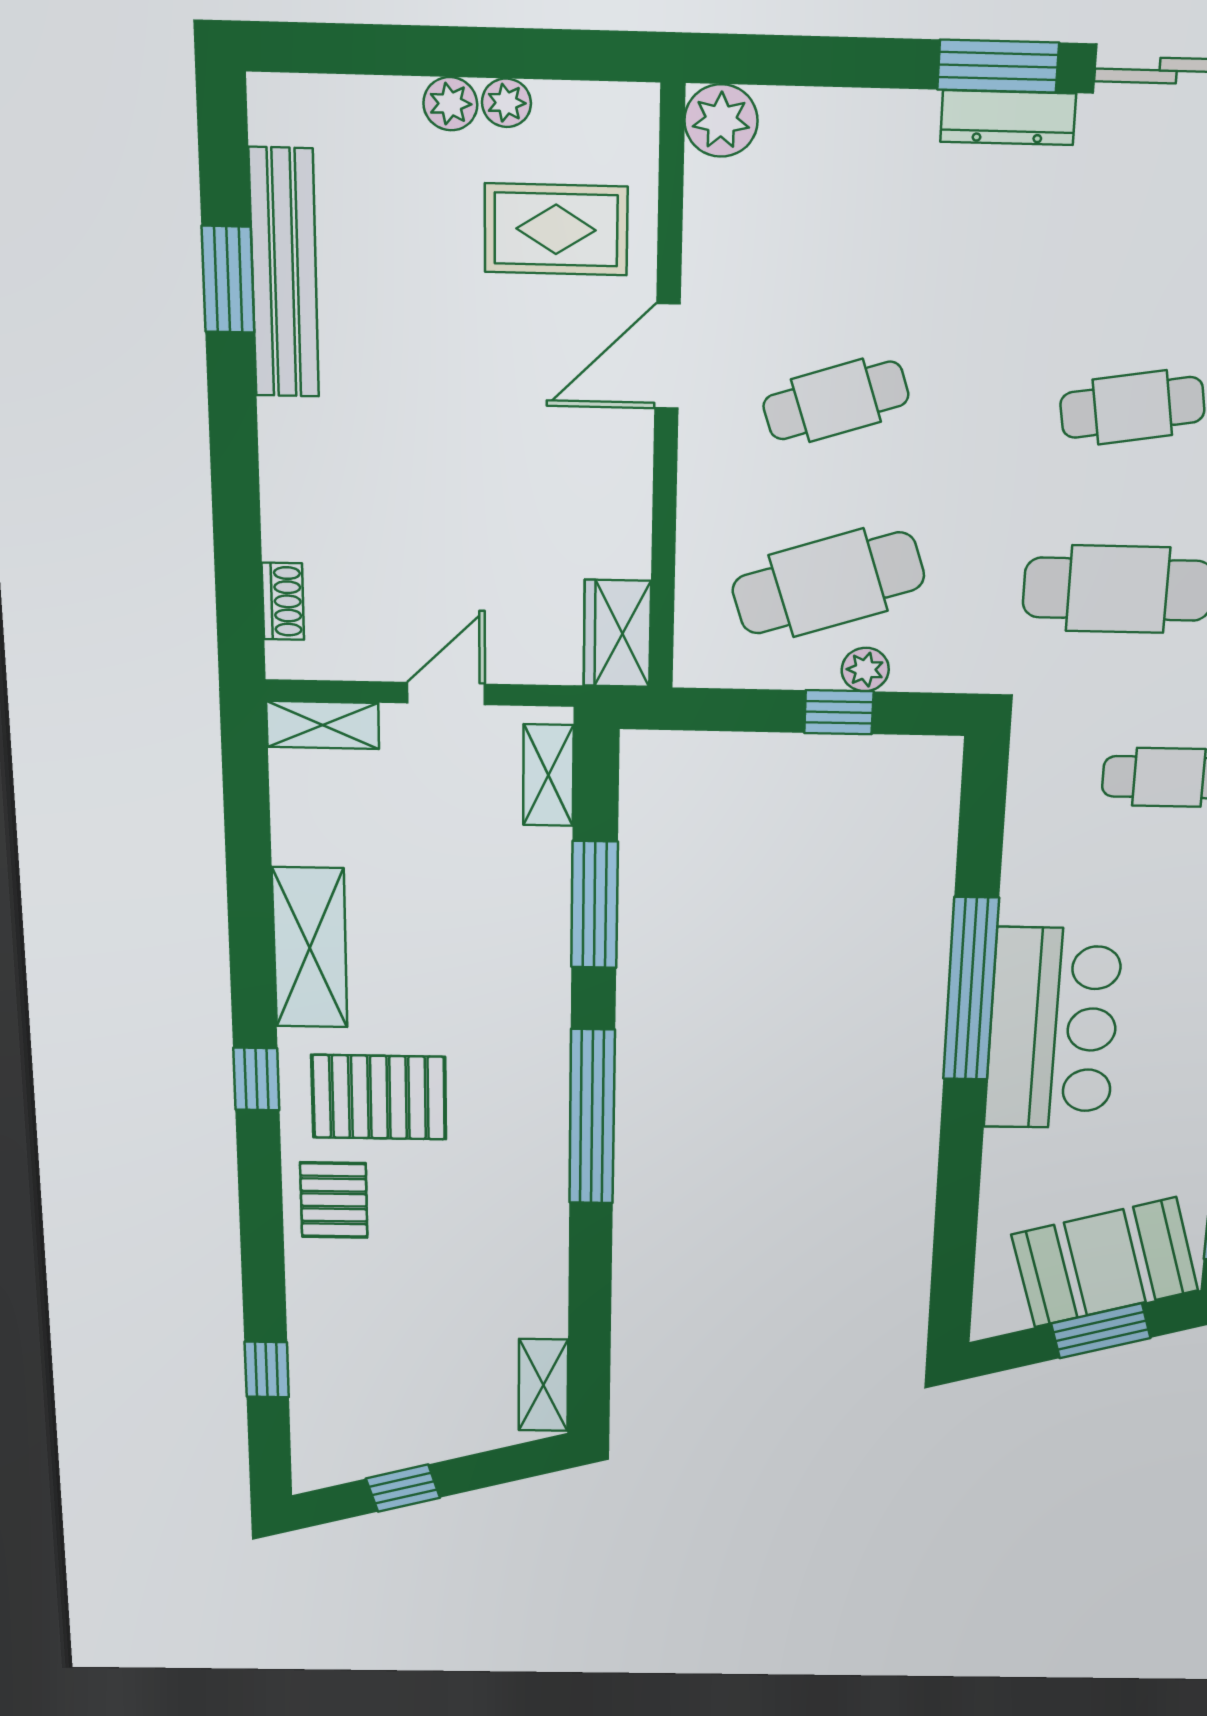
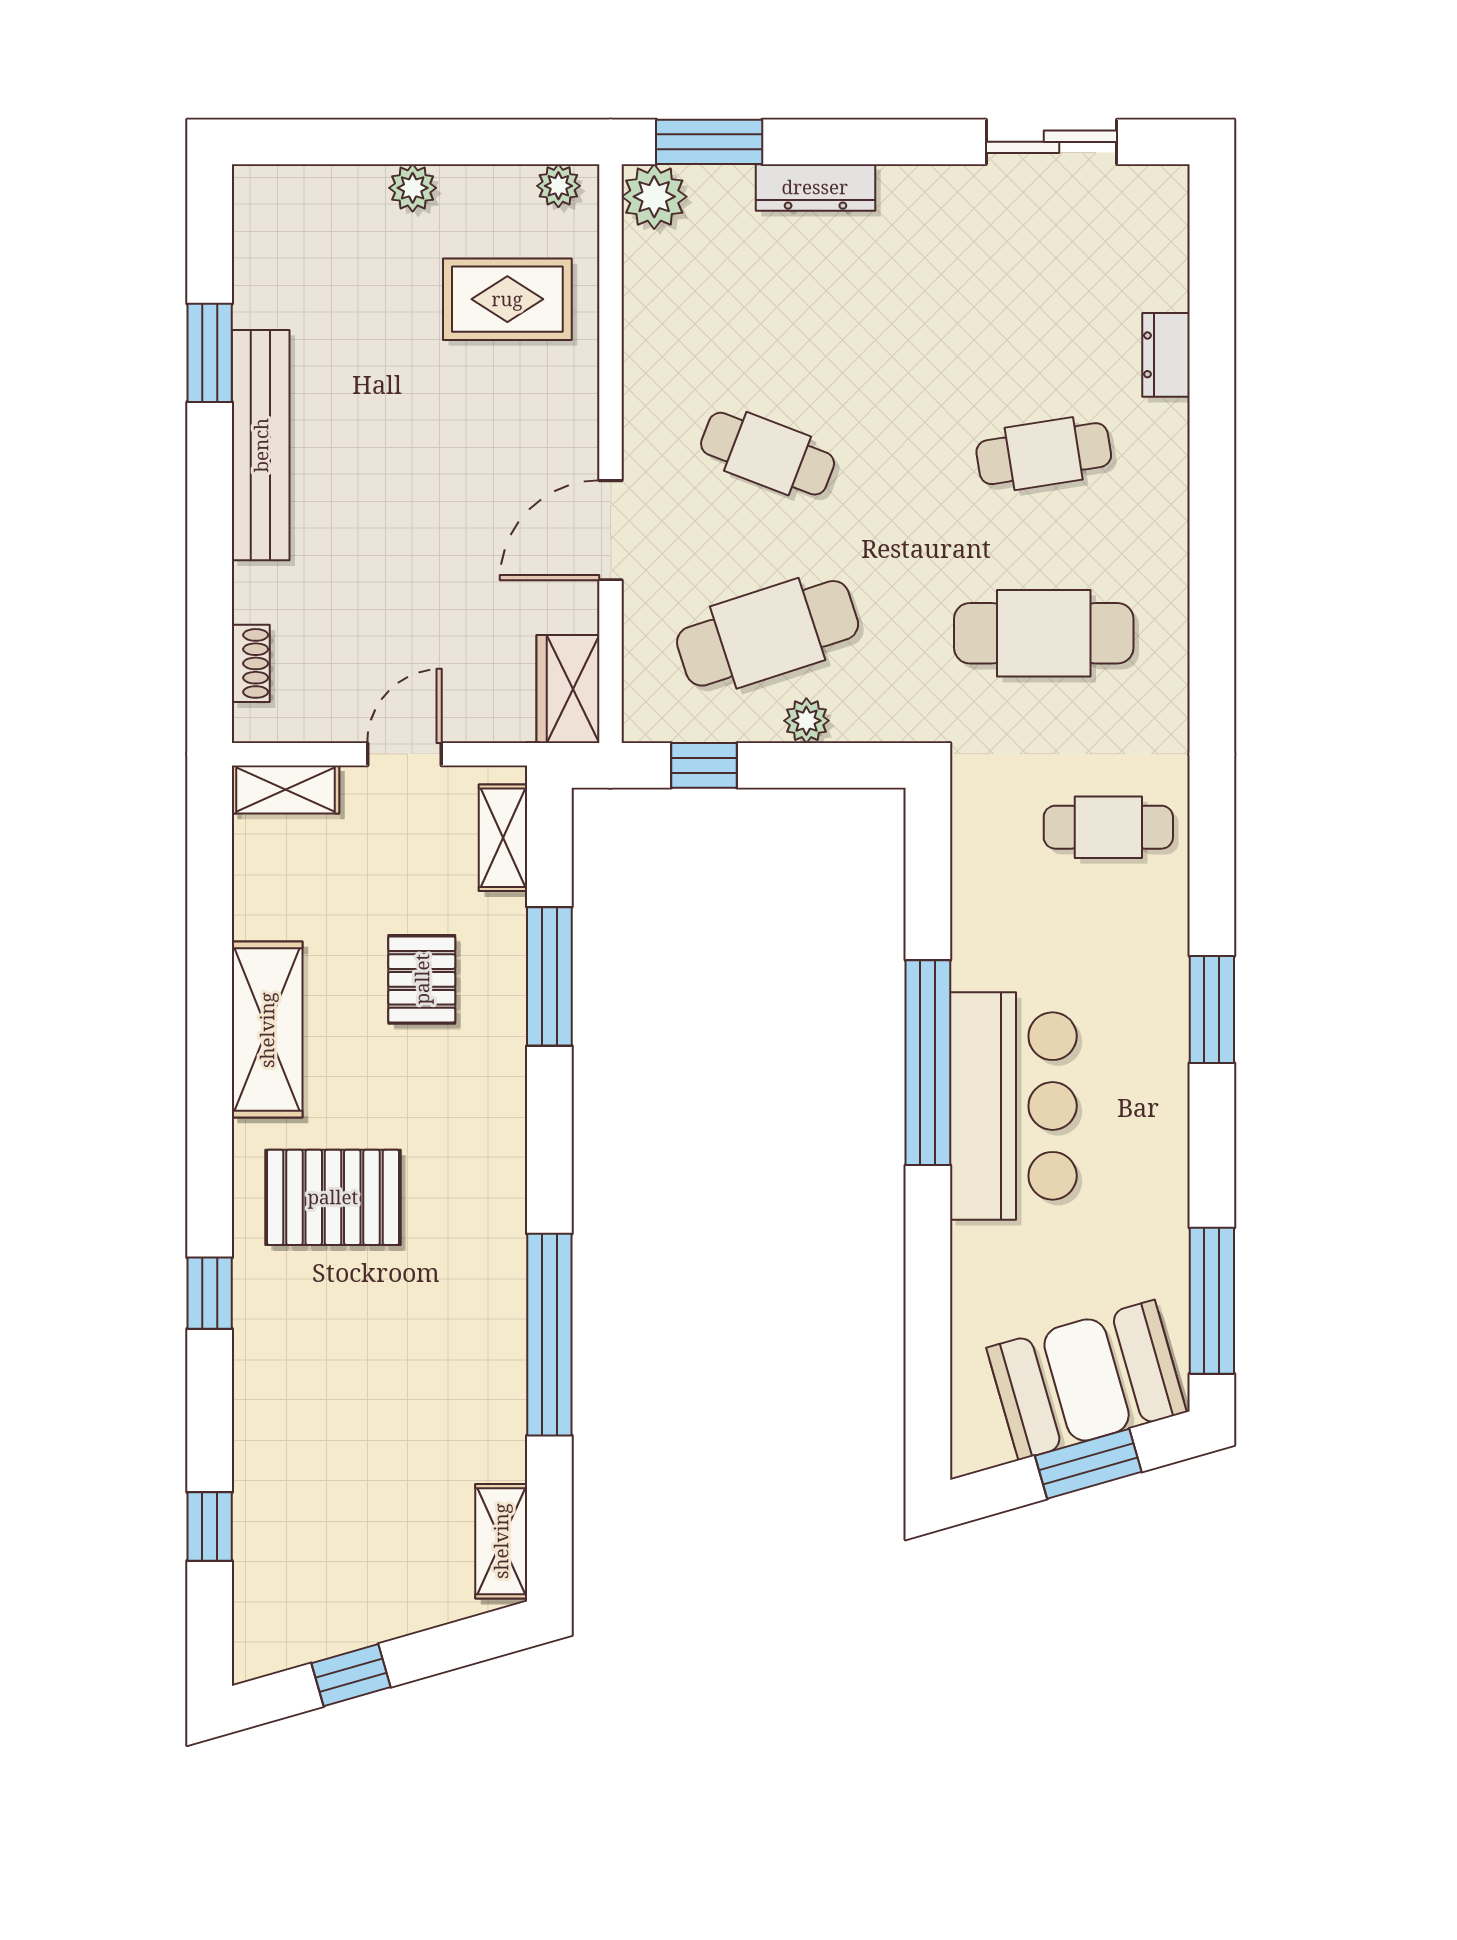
window: (998, 66) -> (709, 142), moved
plant: (506, 103) -> (558, 186), moved
dresser: (1008, 118) -> (815, 187), moved
bench: (284, 273) -> (261, 445), moved
door: (667, 356) -> (611, 530), moved
cafe table: (836, 400) -> (768, 454), turned 39
window: (839, 712) -> (704, 765), moved
window: (256, 1079) -> (210, 1293), moved
window: (592, 1117) -> (549, 1335), moved
pallet: (334, 1200) -> (422, 979), moved

